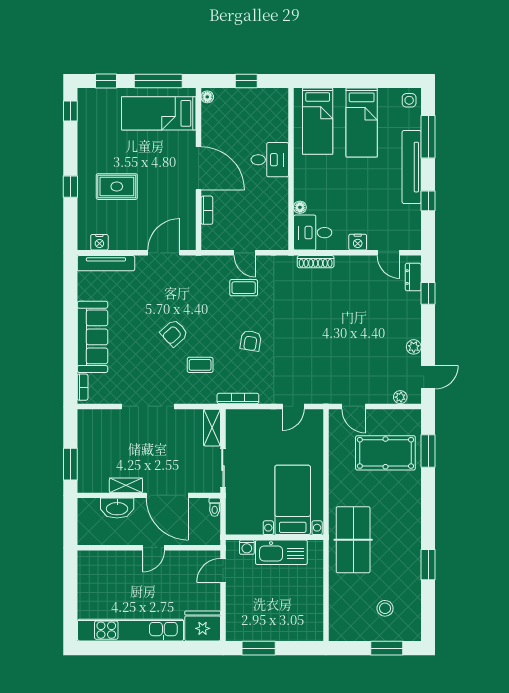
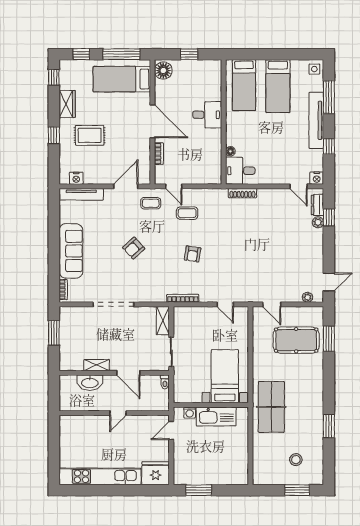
floor lamp: (207, 97) -> (163, 71), width x1.89, depth x1.89
wardrobe: (88, 146) -> (67, 104), added
nightstand: (358, 242) -> (317, 178), moved
door: (245, 253) -> (174, 186), moved
plant: (414, 347) -> (318, 222), moved
coffee table: (200, 365) -> (151, 203), moved
door: (293, 406) -> (225, 304), hinge flipped
window: (70, 464) -> (54, 333), moved
door: (167, 495) -> (128, 373), width x0.73

